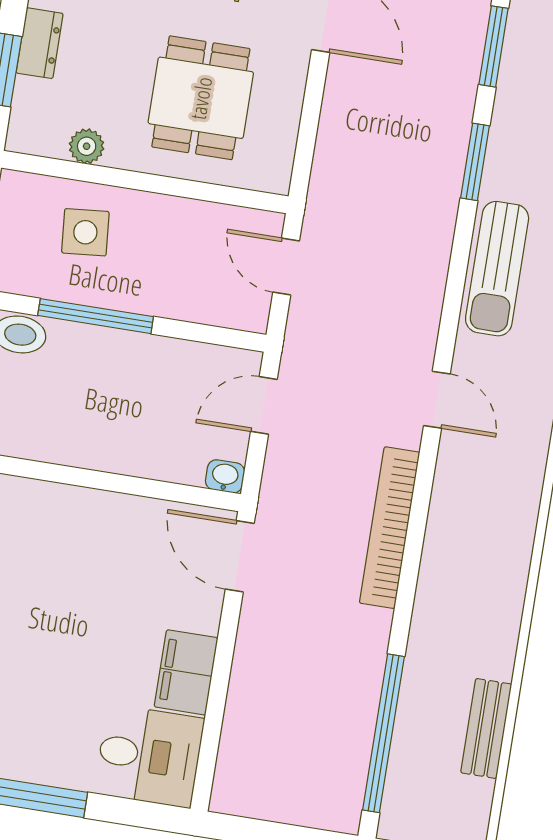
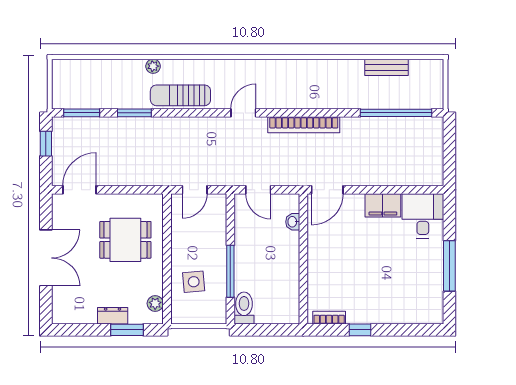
plant: (87, 146) -> (155, 303), moved
sun lounger: (497, 269) -> (180, 95), turned 180
washbasin: (225, 476) -> (293, 222), moved

